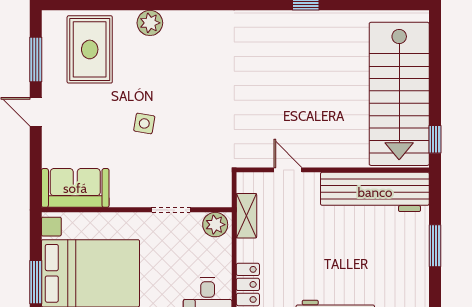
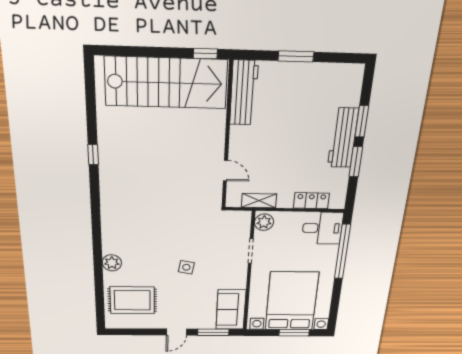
window: (36, 59) -> (213, 332), moved
door: (288, 170) -> (225, 171), swing flipped
workbench: (375, 192) -> (244, 93), width x0.73, depth x0.76

